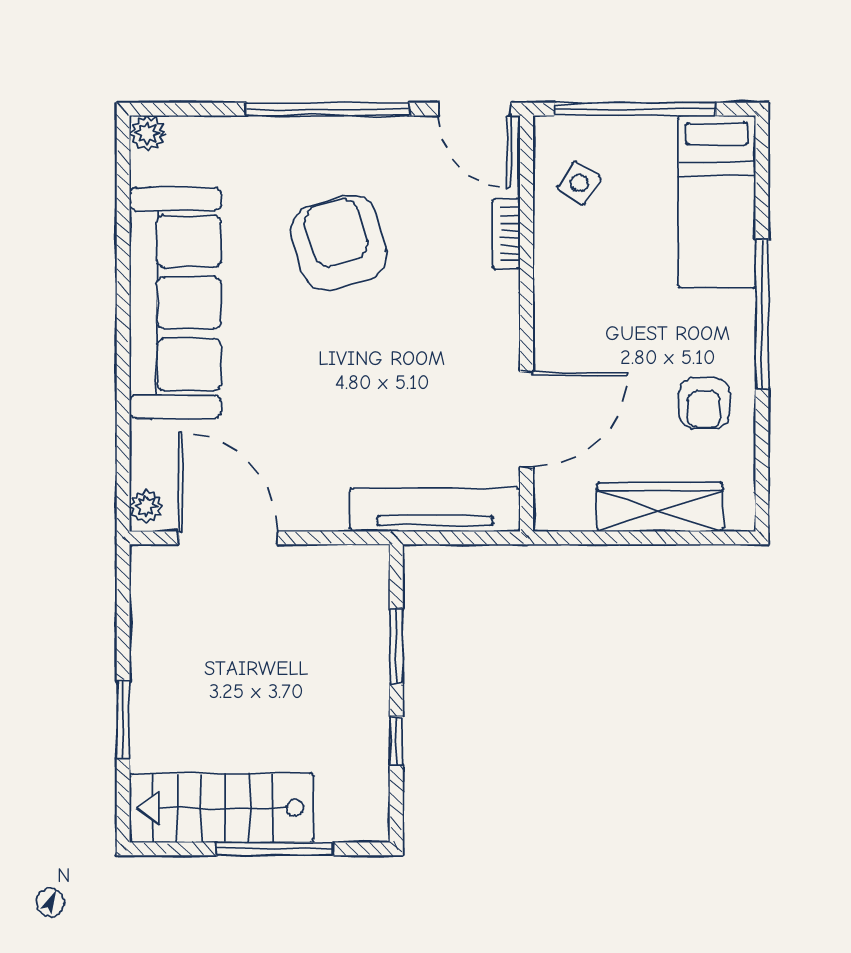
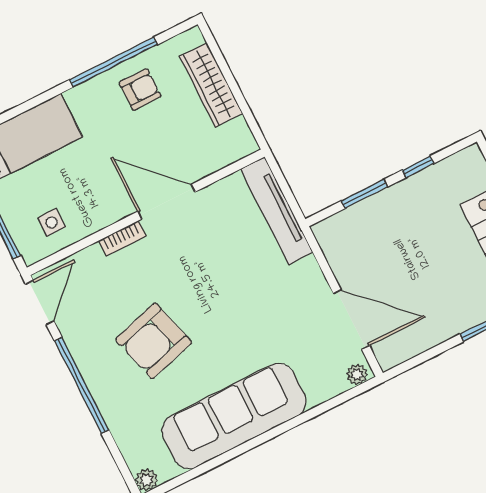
side table: (579, 183) -> (52, 222), turned -32
bookcase: (506, 234) -> (122, 239), moved
window: (762, 314) -> (113, 62), moved
door: (527, 420) -> (167, 202), moved
door: (228, 538) -> (351, 319), swing flipped

